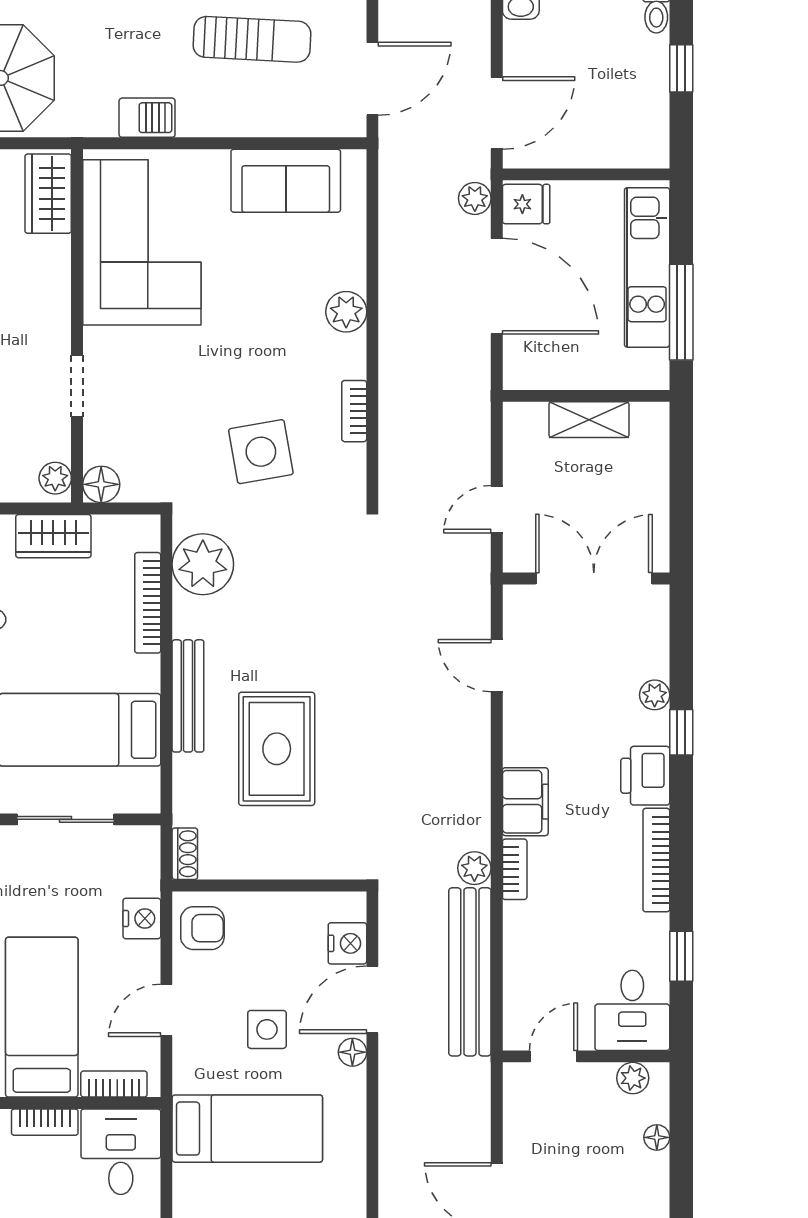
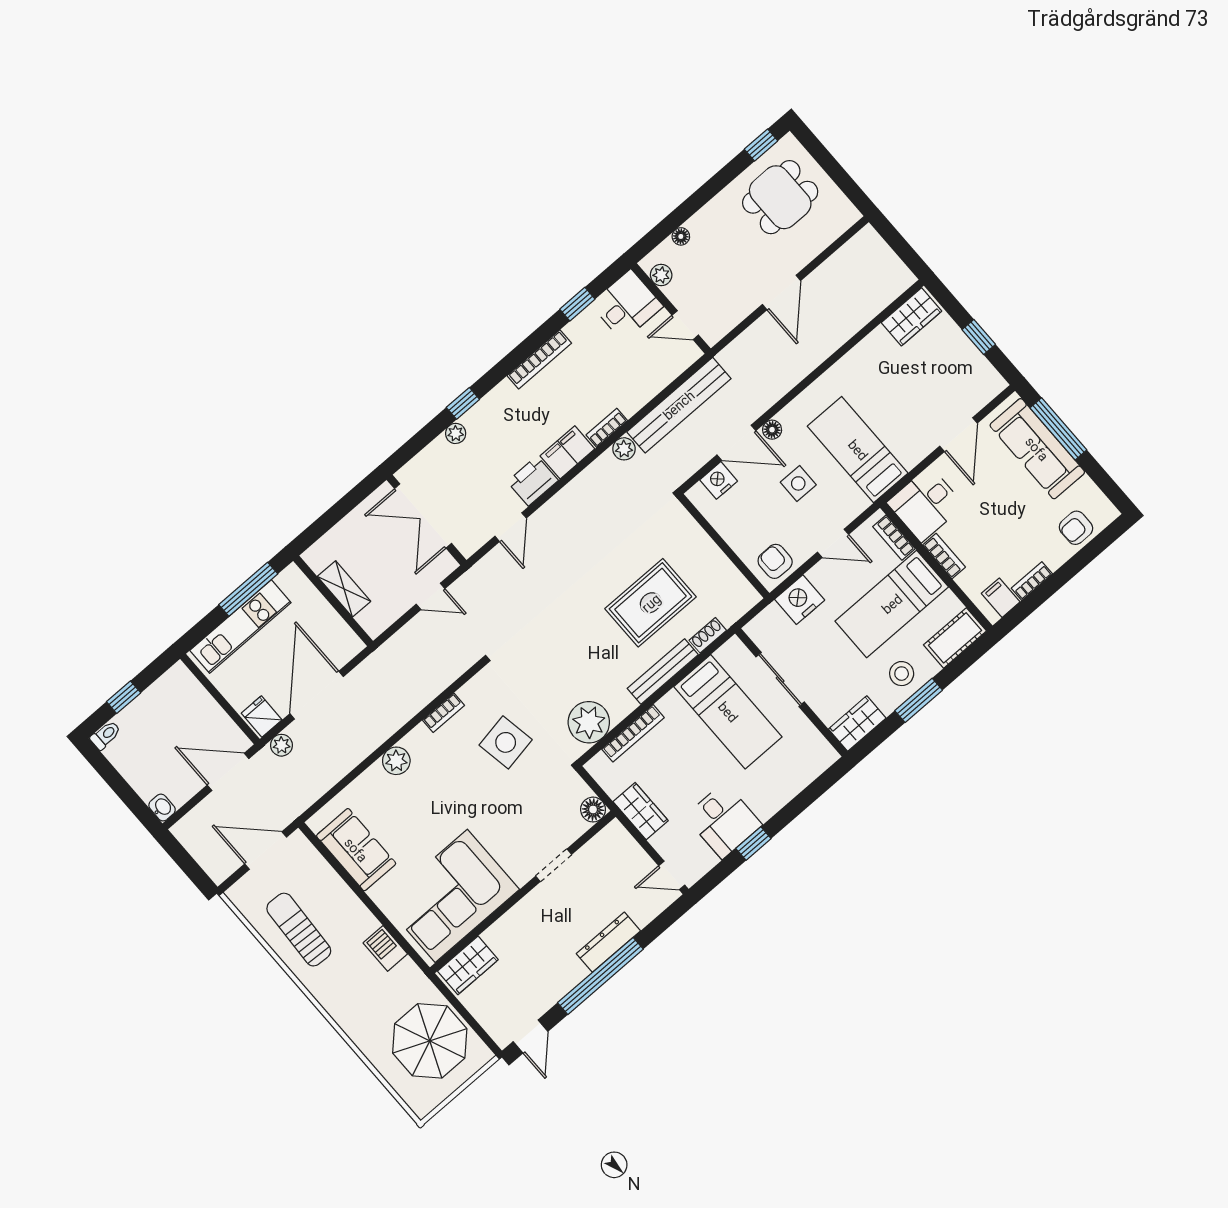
plant: (55, 478) -> (610, 836), removed
printer: (645, 776) -> (533, 481), moved, turned 180
shoe rack: (185, 854) -> (708, 635), moved
nightstand: (142, 918) -> (800, 600), width x1.36, depth x1.33

